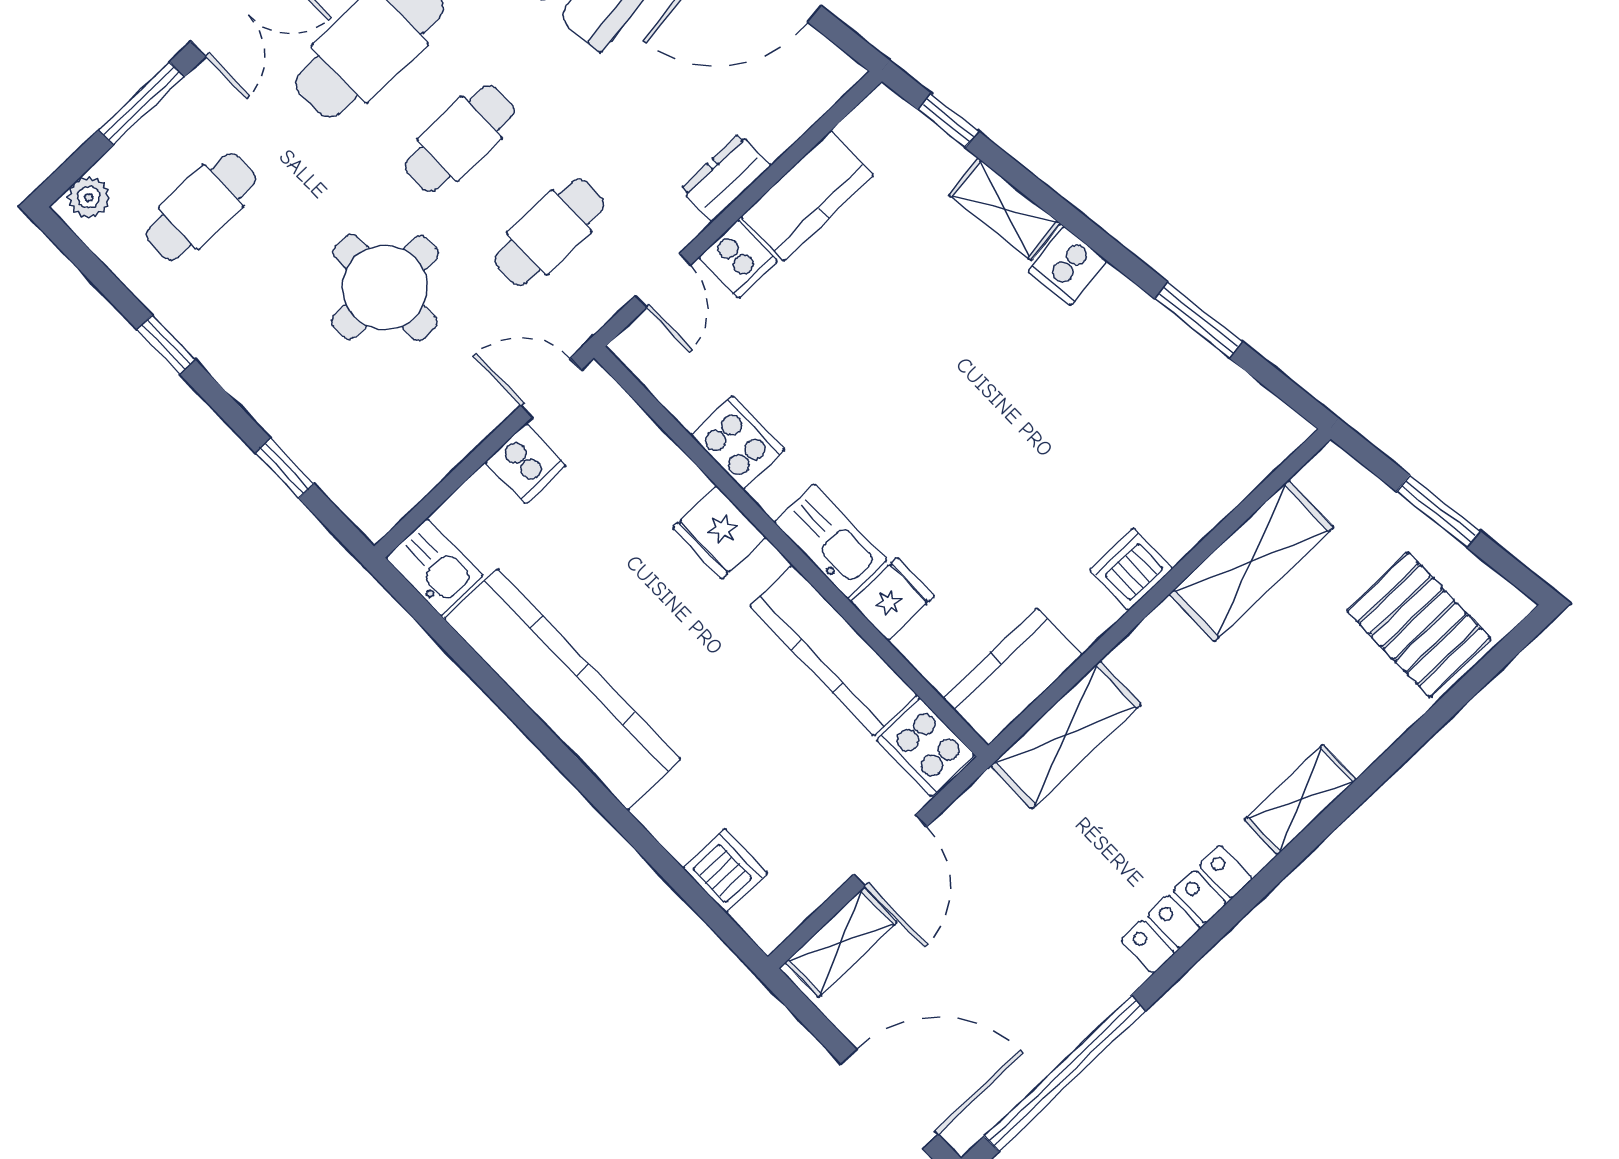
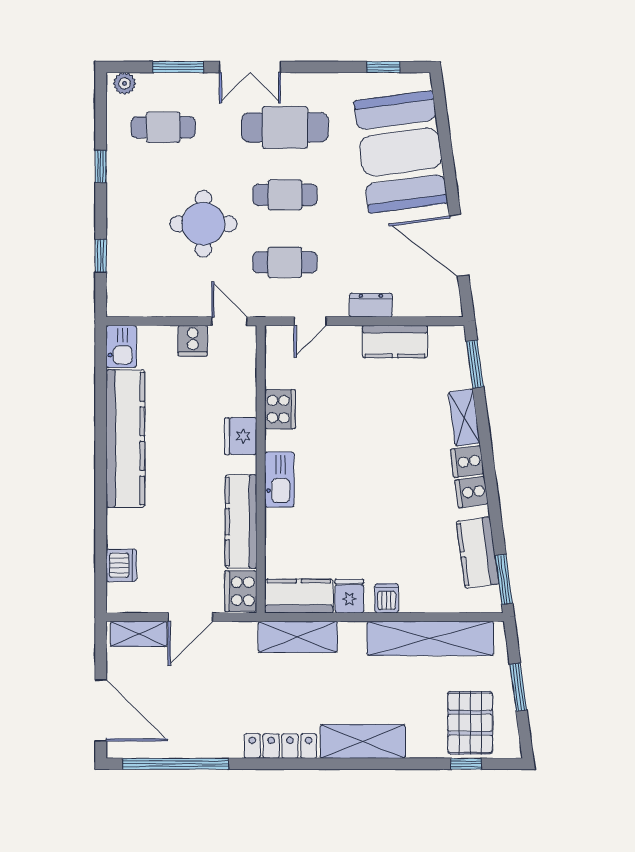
window: (948, 121) -> (475, 364), width x1.50
cooker: (738, 259) -> (472, 492), moved, turned 82
window: (1198, 320) -> (504, 579), moved
kitchen counter: (1203, 379) -> (478, 553), added
shelving: (1251, 561) -> (430, 638), width x1.47
dishwasher: (1131, 569) -> (387, 598), width x0.73
fridge: (892, 599) -> (349, 596), moved, turned -90
window: (1468, 687) -> (466, 764), added
shelving: (1300, 800) -> (363, 741), width x1.50, depth x1.33

